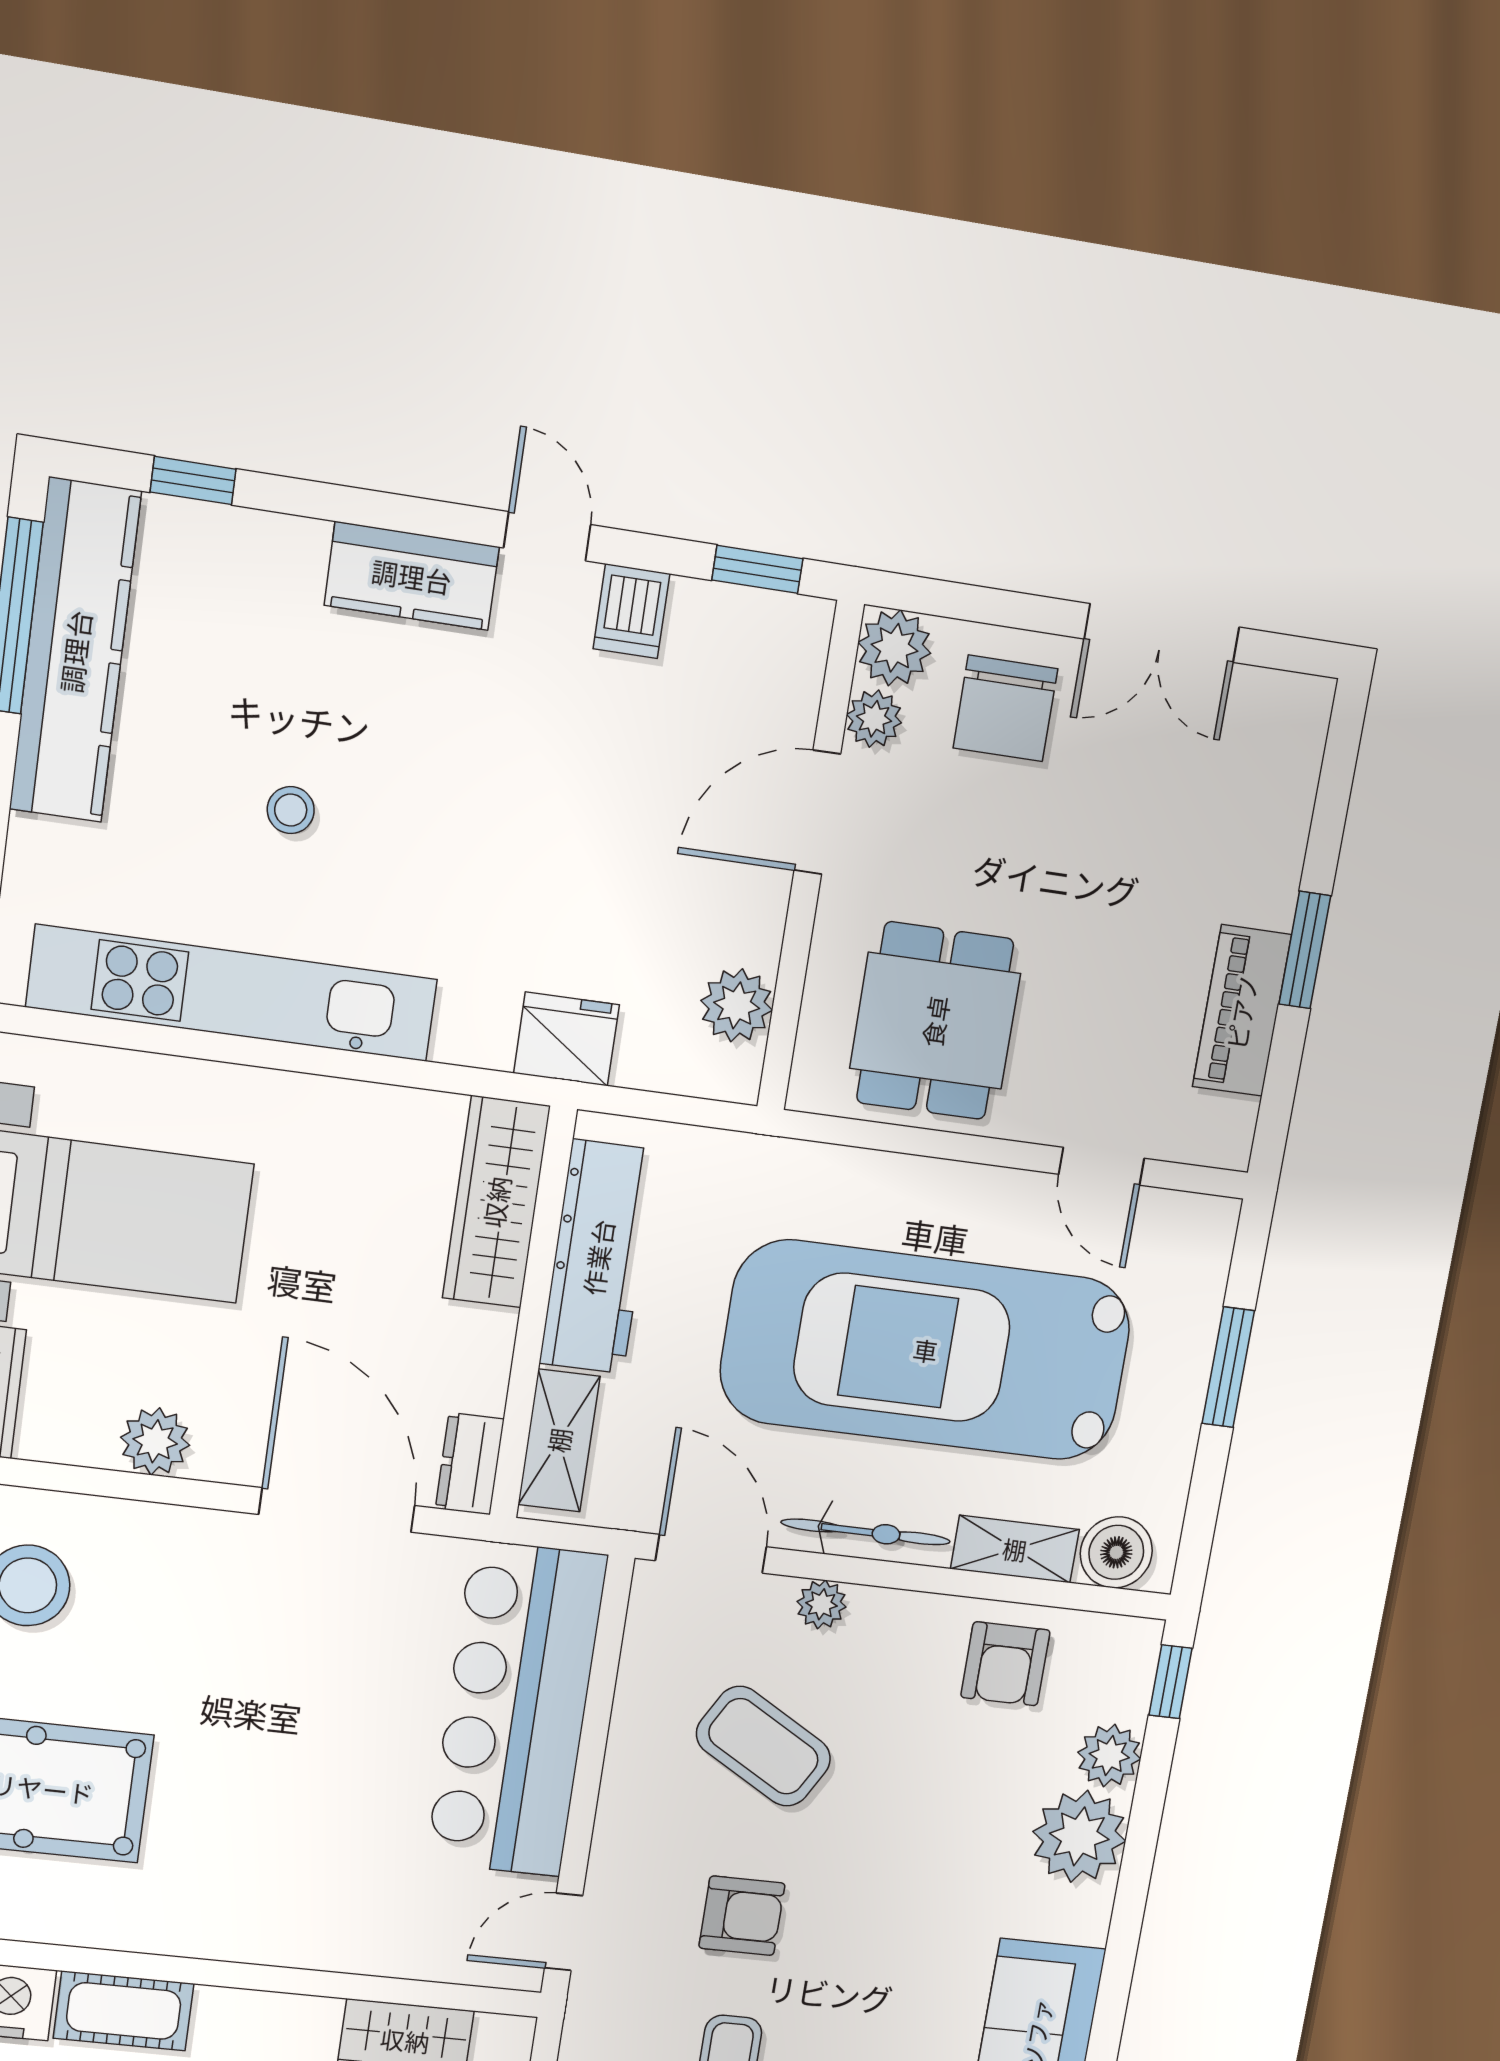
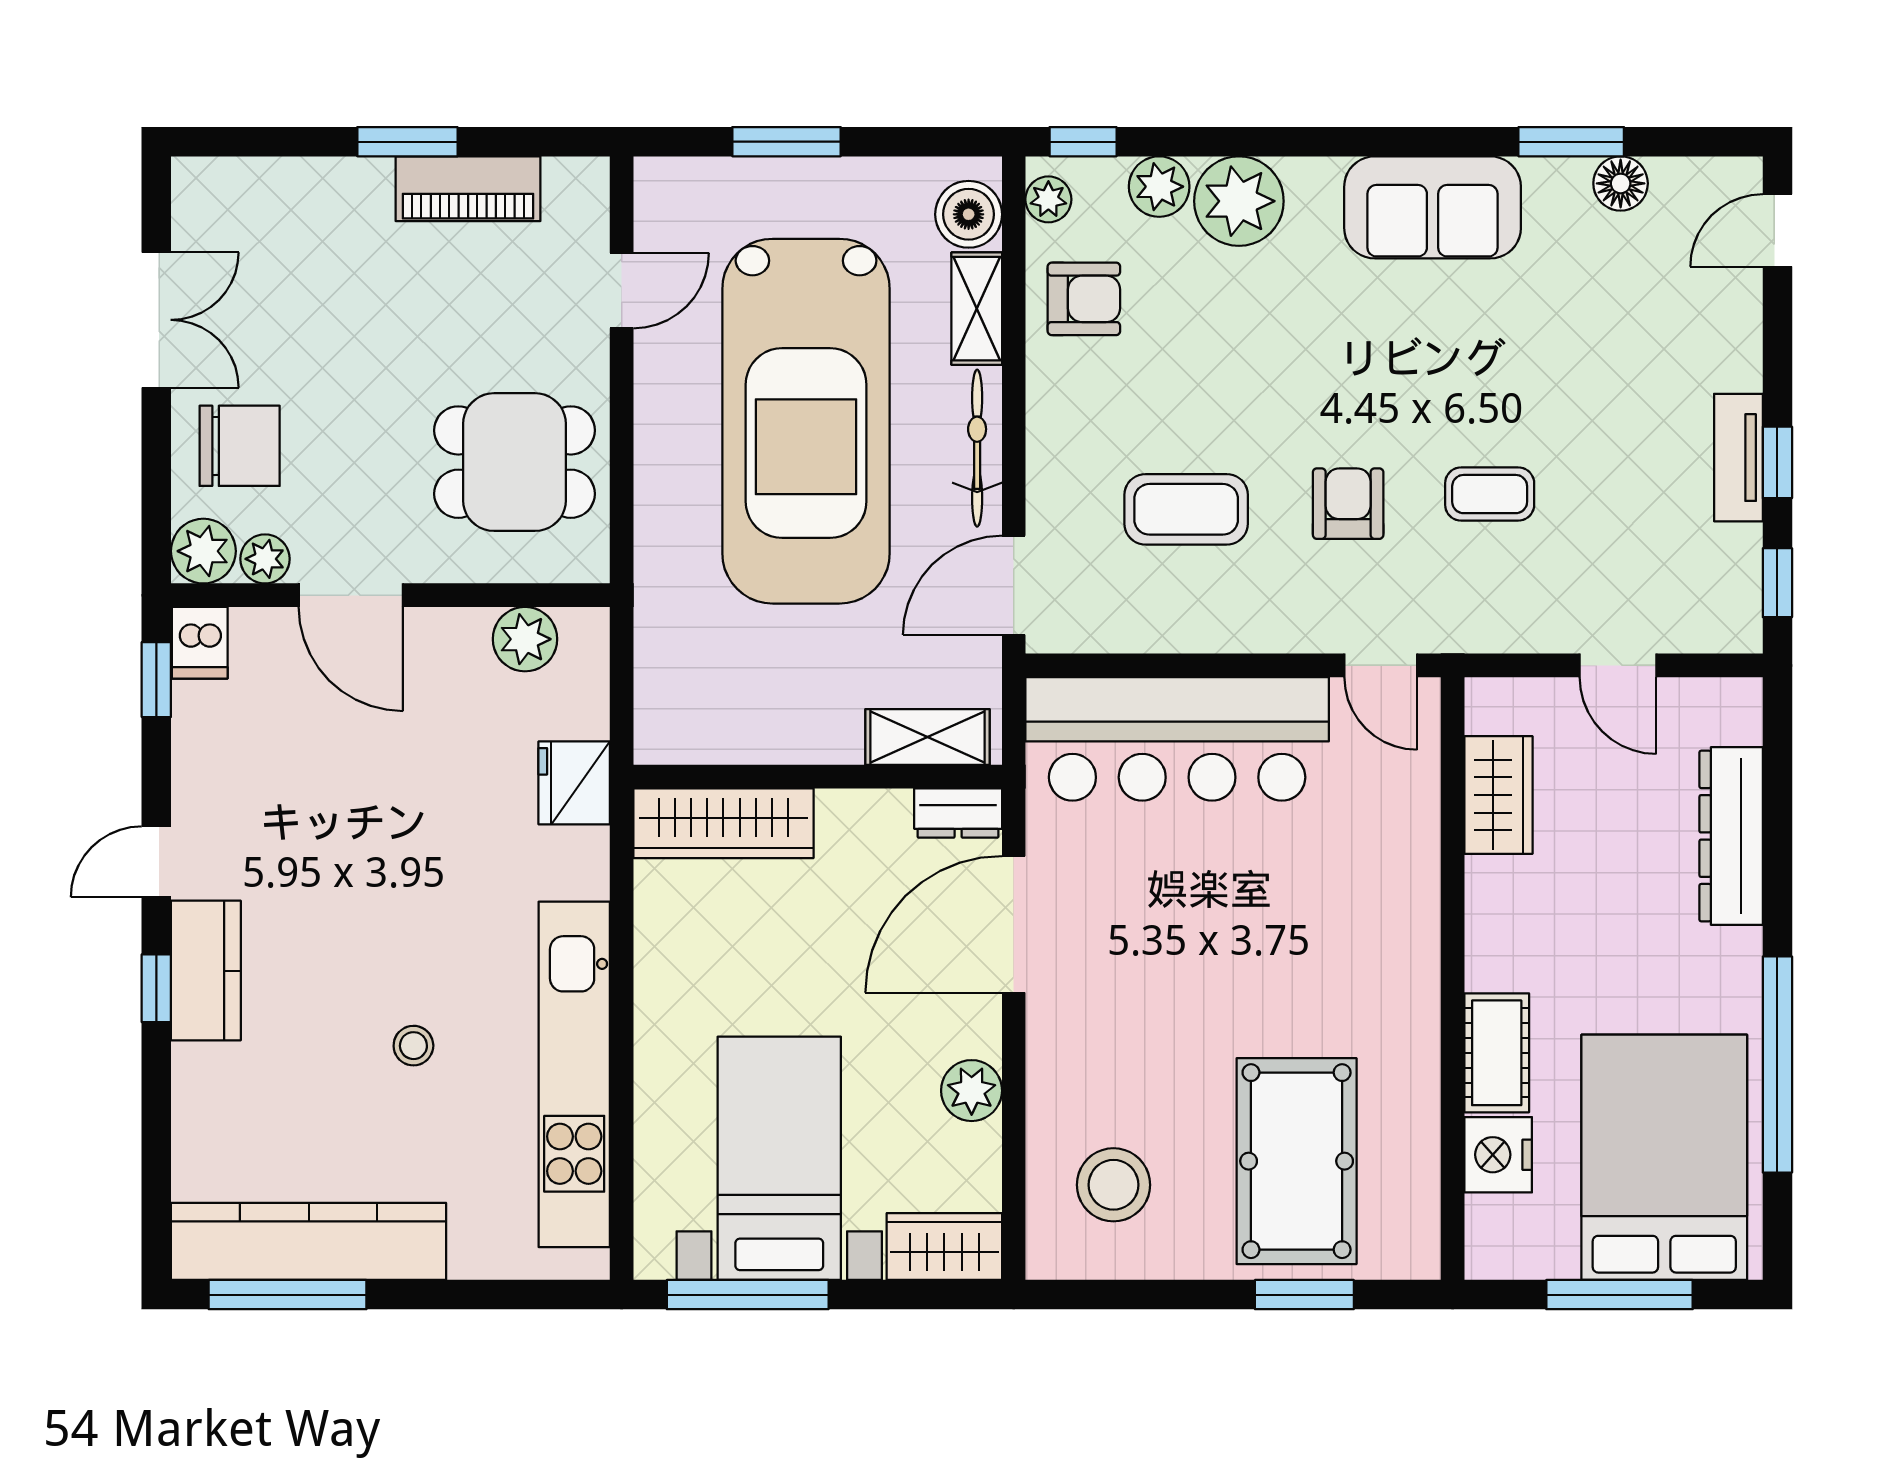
window: (193, 480) -> (156, 988), moved
dishwasher: (631, 611) -> (200, 643), moved, turned 90
workbench: (598, 1257) -> (760, 727), removed
plant: (822, 1604) -> (1048, 199), moved
coffee table: (763, 1746) -> (1186, 509), turned 60

